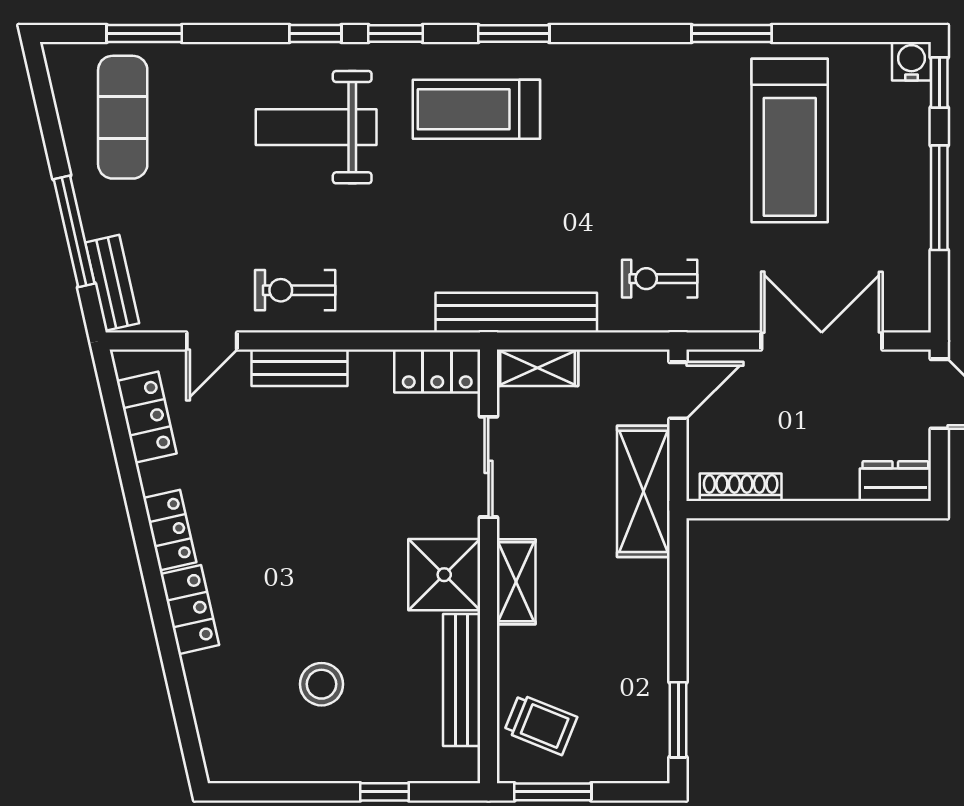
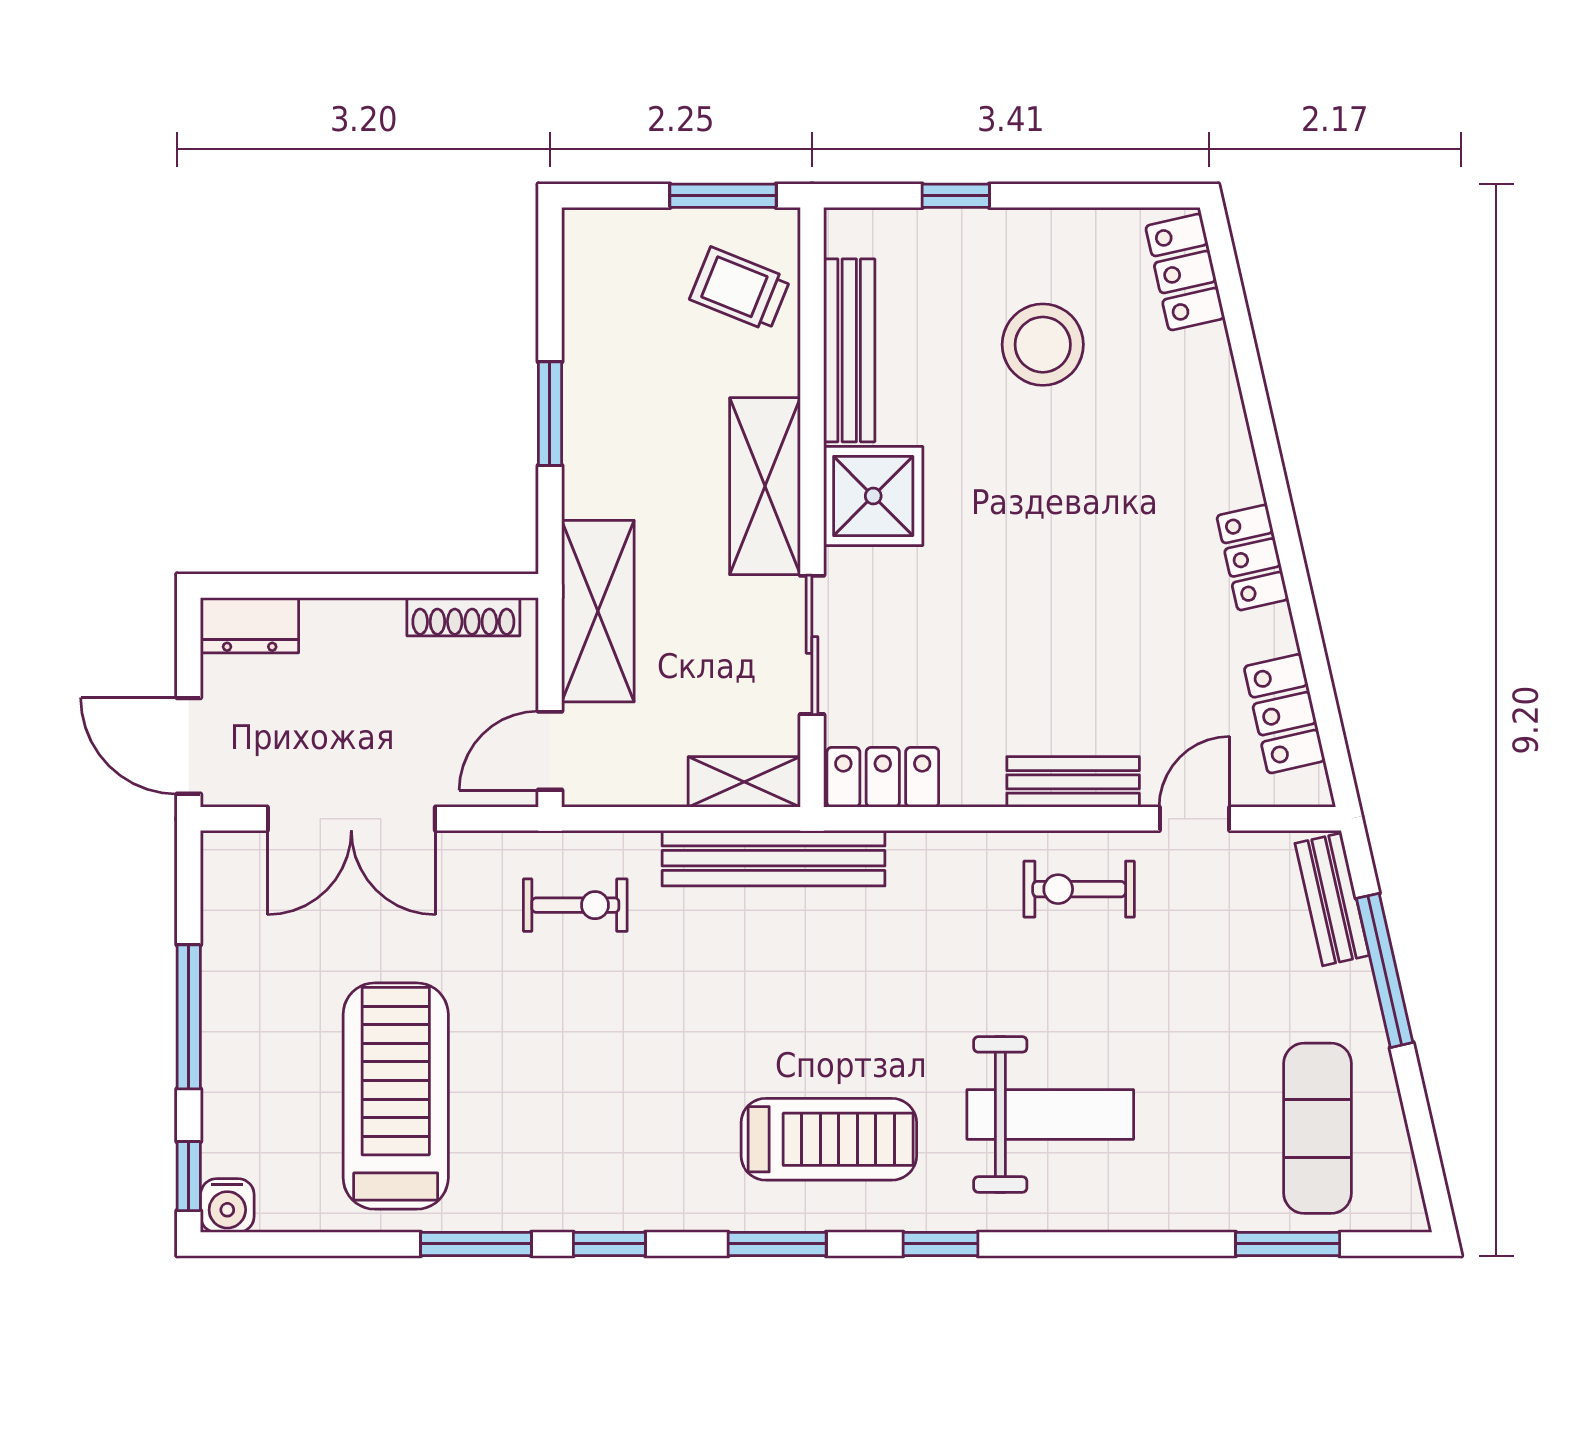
window: (315, 33) -> (609, 1244), moved
exercise bike: (295, 290) -> (1079, 889), turned 180
shelving: (516, 582) -> (765, 486), width x1.50, depth x1.33
locker: (190, 610) -> (1185, 272), moved
stool: (321, 684) -> (1043, 345), width x1.38, depth x1.38
window: (678, 720) -> (550, 414), moved

